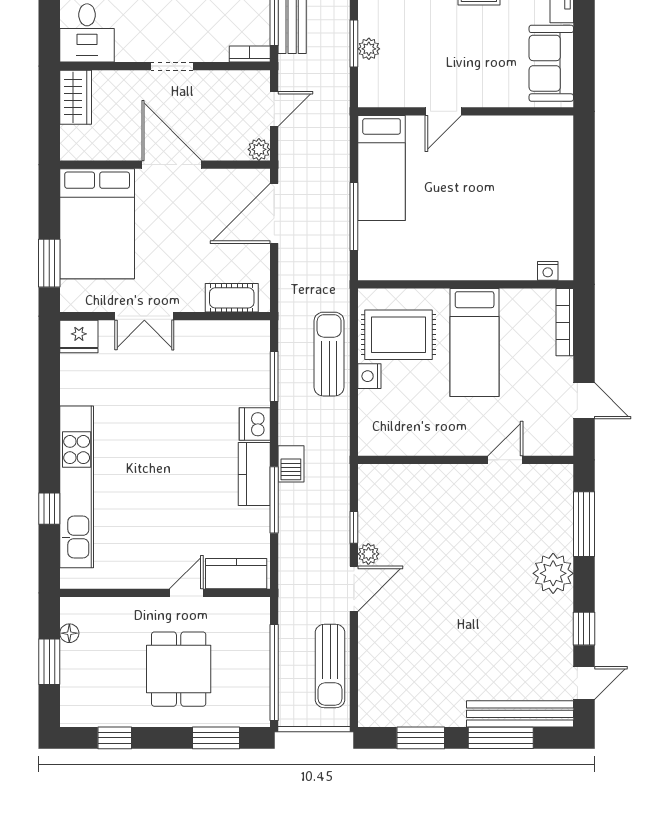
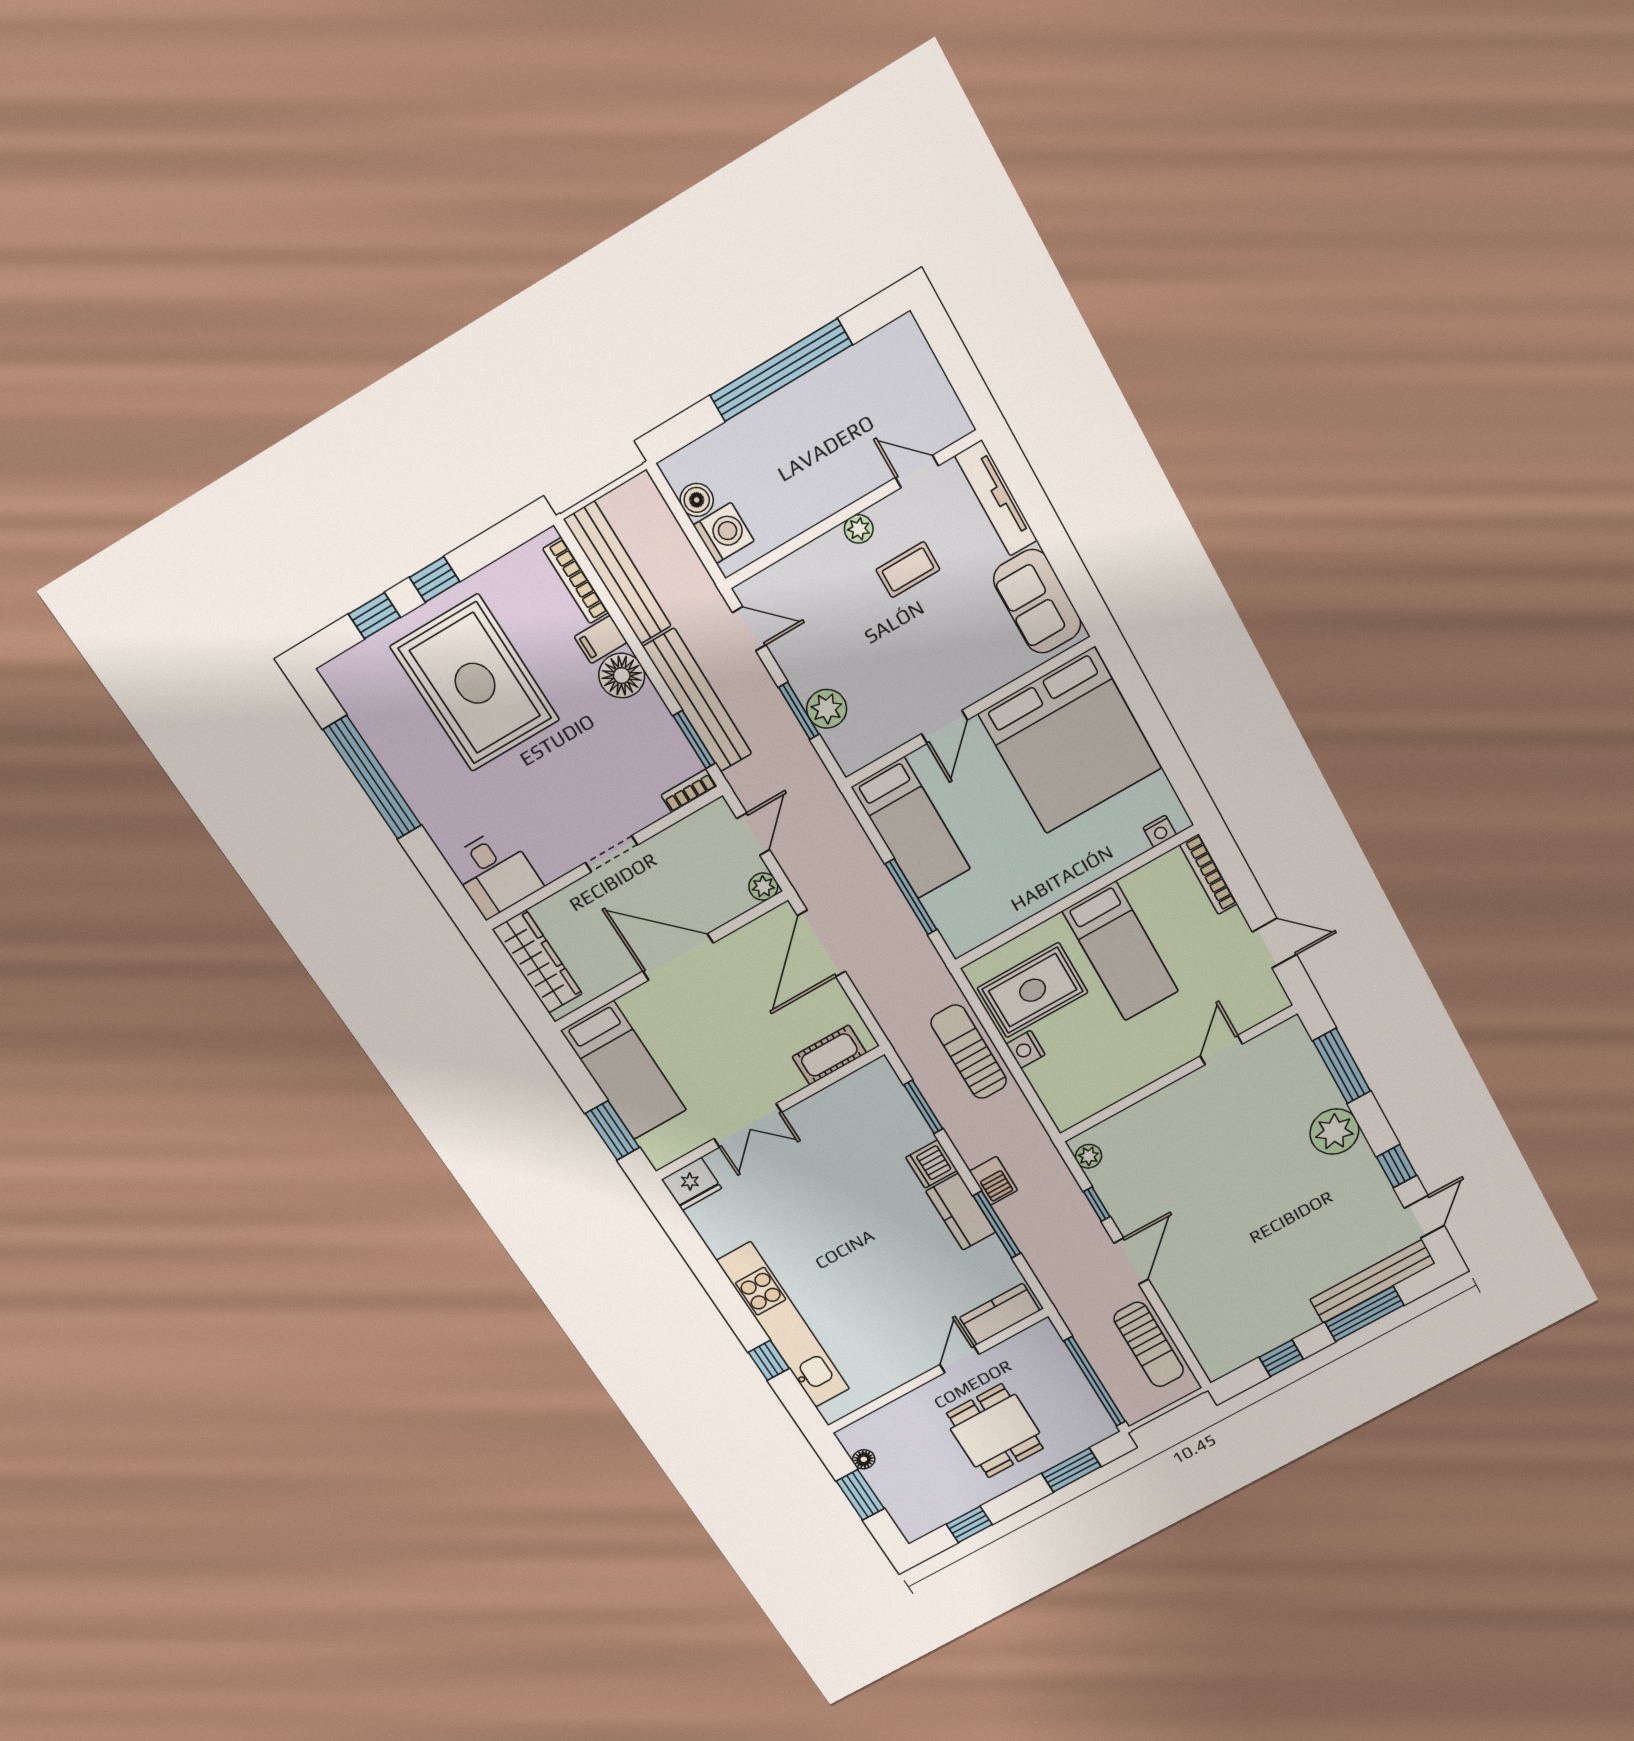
plant: (369, 49) -> (827, 709), width x1.38, depth x1.38
wardrobe: (76, 97) -> (537, 962), width x1.50
bed: (521, 171) -> (1070, 741), added
bed: (97, 224) -> (624, 1070), width x0.67
plant: (368, 554) -> (1089, 1156), moved
window: (421, 738) -> (1281, 1358), width x0.67

